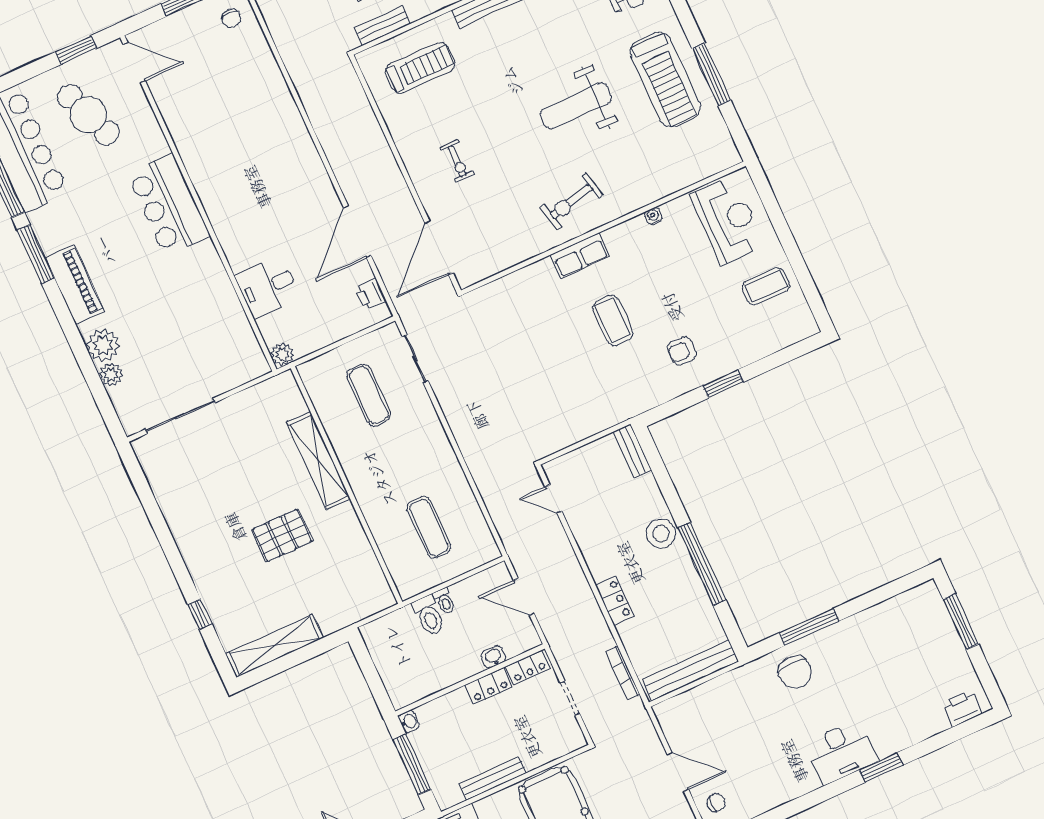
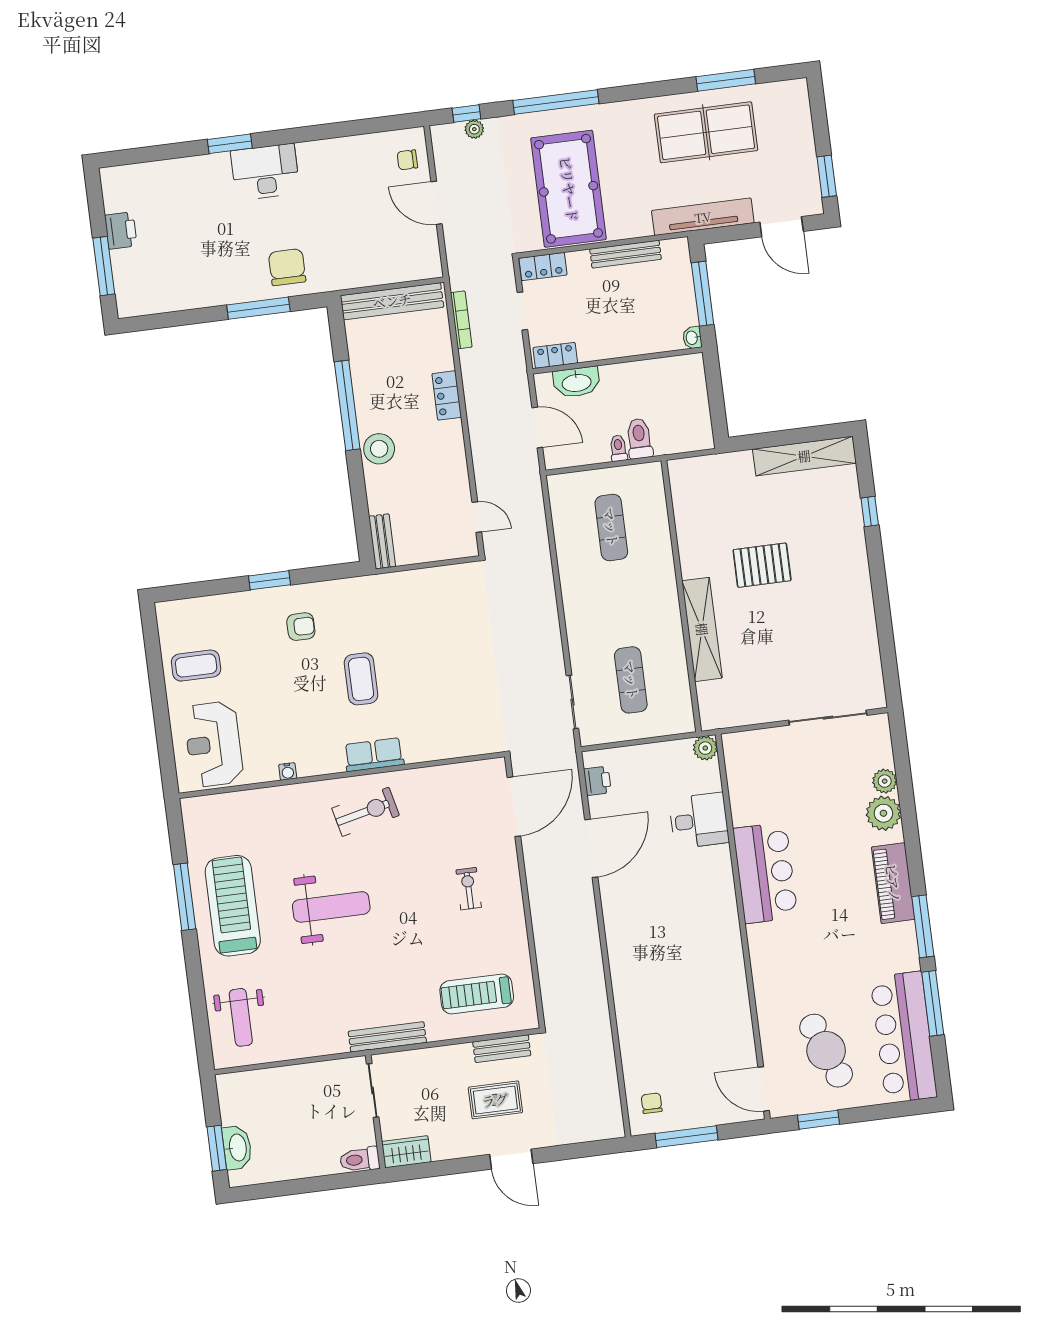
bar counter: (169, 205) -> (765, 873), moved
washbasin: (493, 657) -> (577, 382), width x1.91, depth x1.45
locker: (489, 686) -> (543, 267), moved, turned 180
printer: (962, 708) -> (121, 231), moved, turned -90

